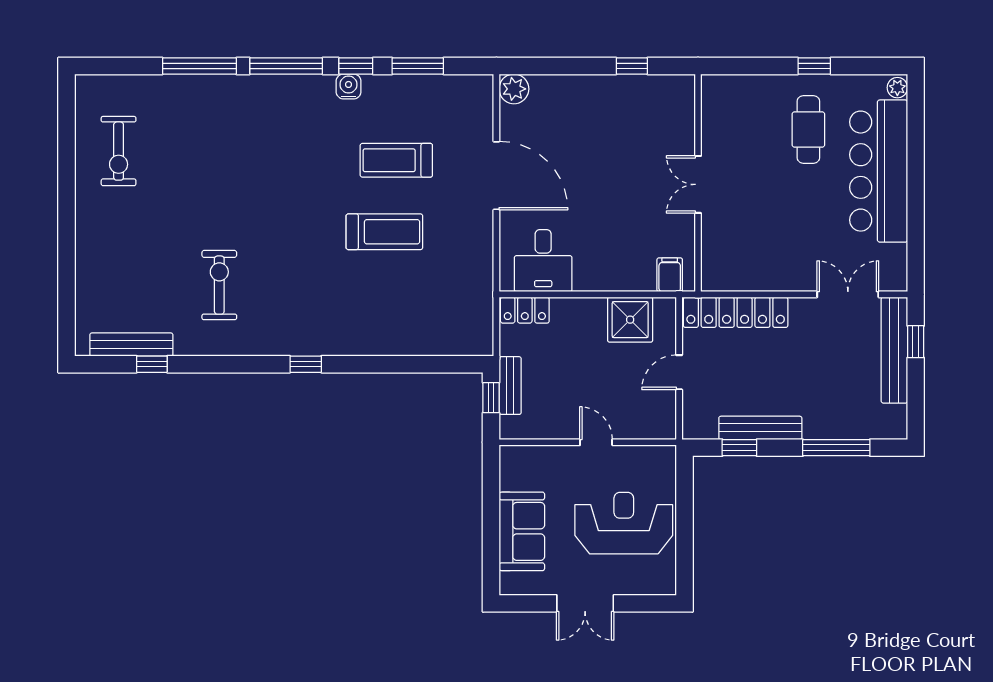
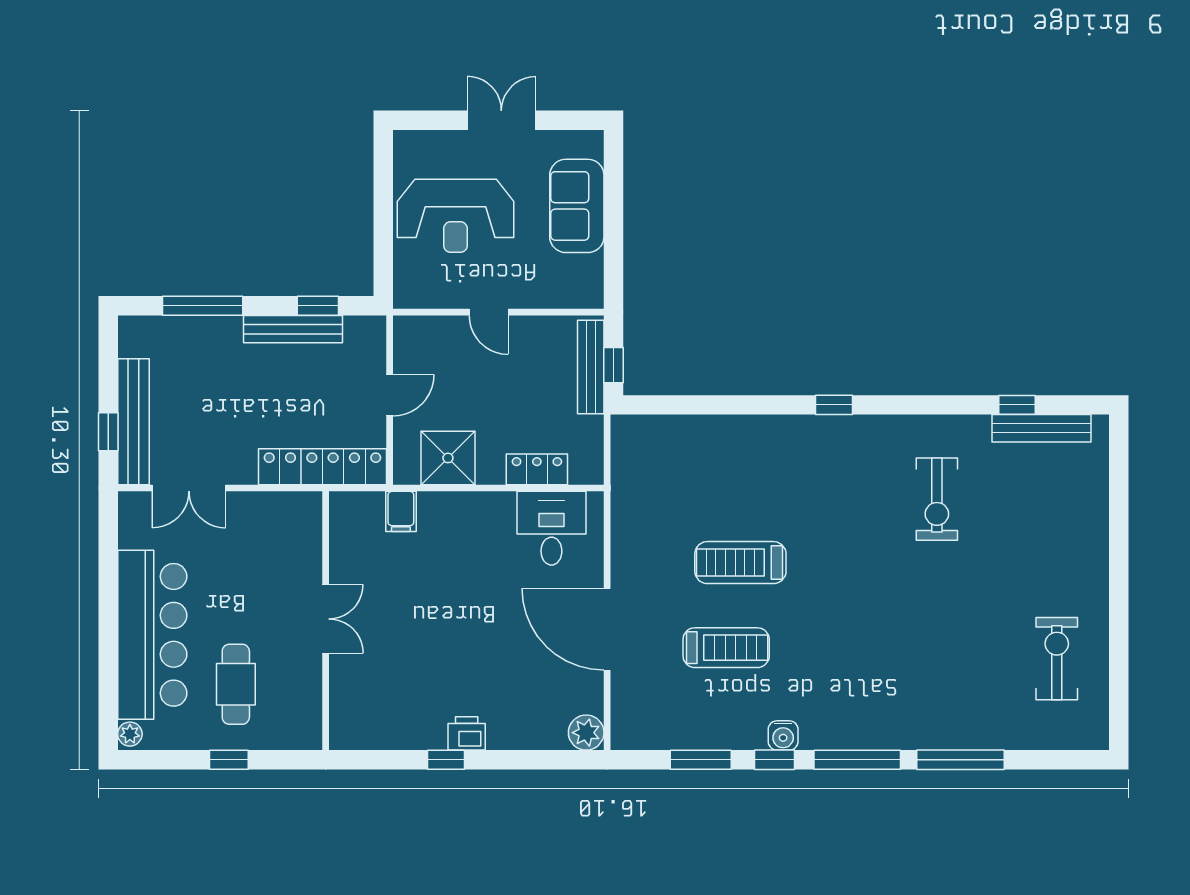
printer: (614, 88) -> (467, 733), added
wall: (698, 183) -> (326, 621), moved
double door: (698, 184) -> (326, 619), moved
locker: (525, 310) -> (537, 469), moved
bench: (510, 386) -> (591, 367), width x1.36

